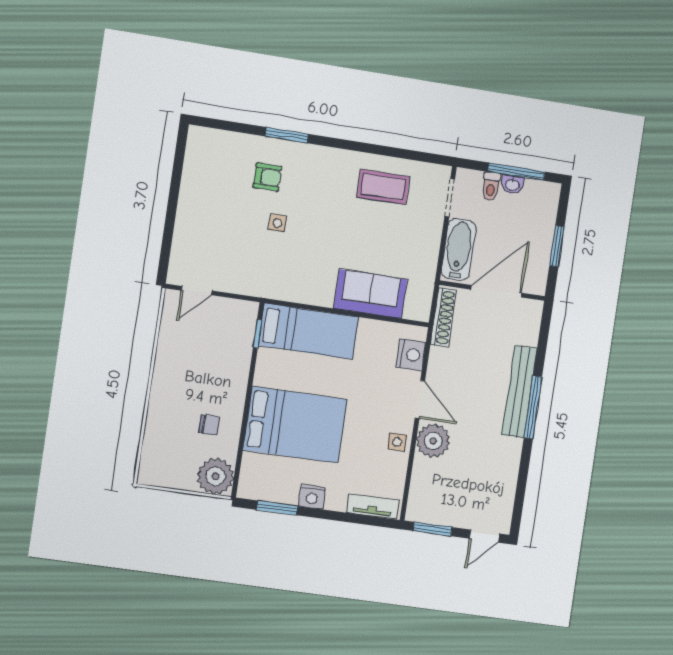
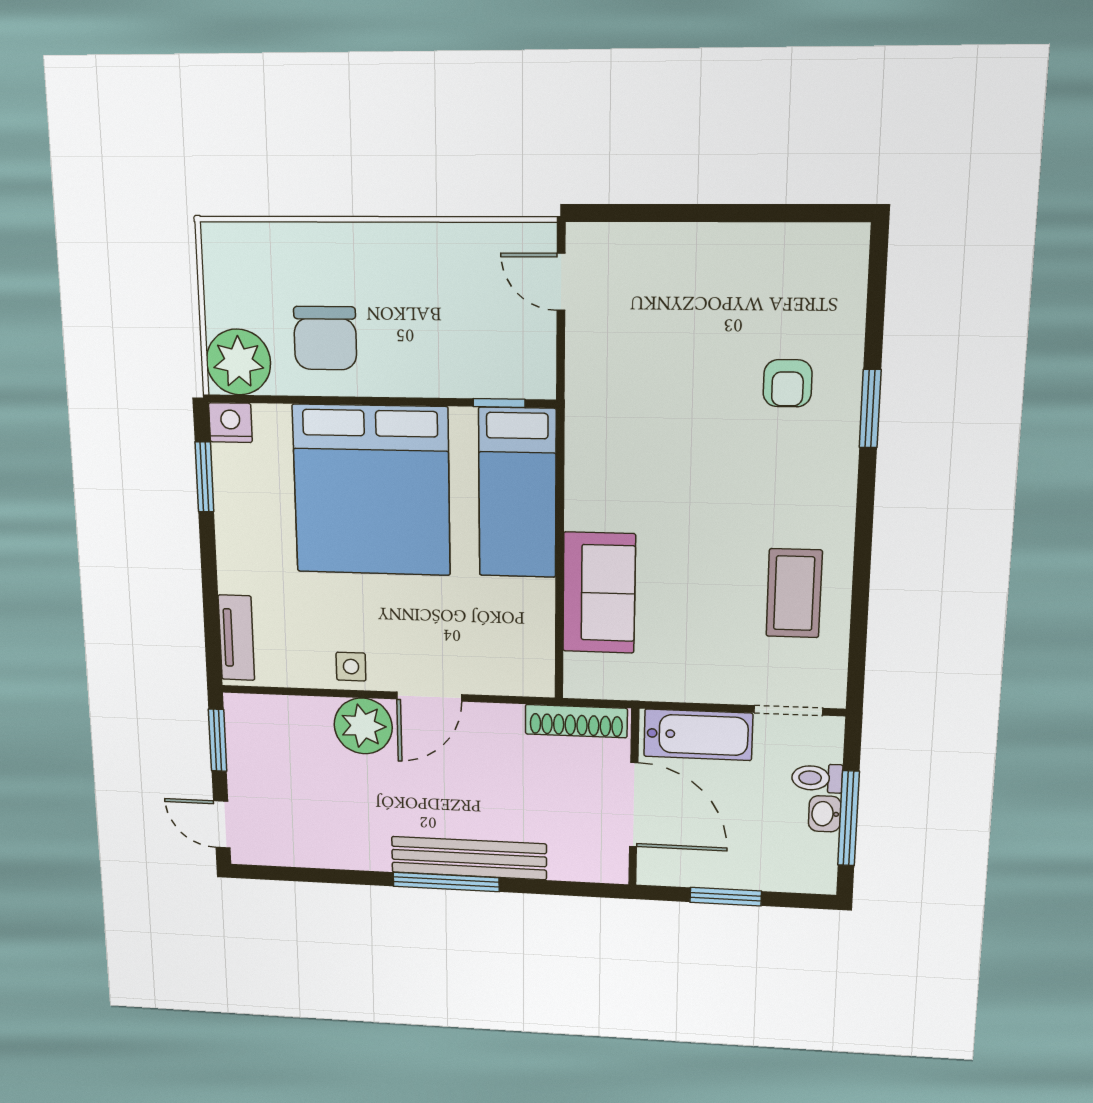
side table: (278, 223) -> (704, 413), removed
nightstand: (411, 355) -> (503, 674), removed
chair: (209, 425) -> (325, 338), width x1.87, depth x1.87
bed: (295, 425) -> (372, 490), width x1.36
nightstand: (312, 497) -> (230, 423), moved, turned 90

